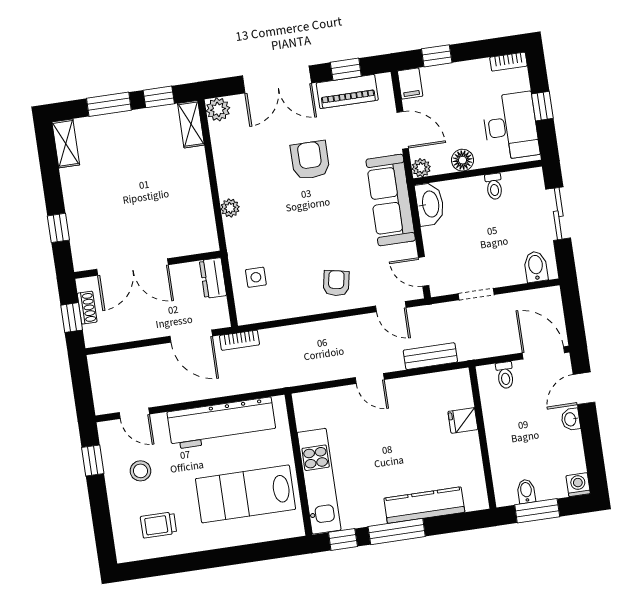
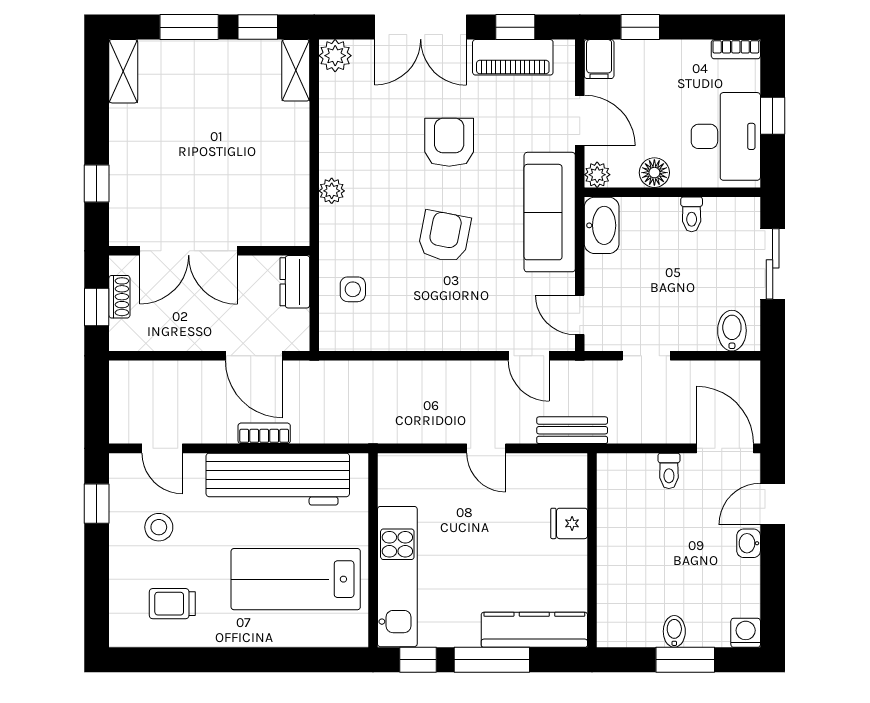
armchair: (336, 283) -> (444, 236), moved, width x1.38, depth x1.38
bookcase: (239, 340) -> (264, 433), moved, turned 180
fridge: (463, 420) -> (569, 523), moved
wall: (482, 438) -> (592, 550), moved

